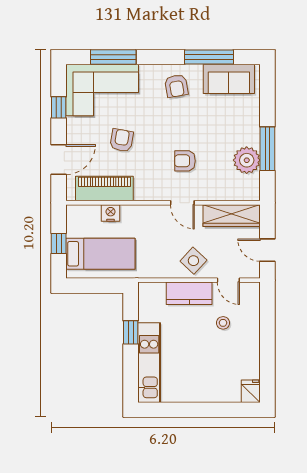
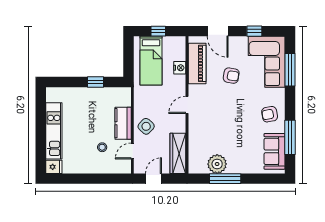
armchair: (185, 161) -> (217, 120), removed
door: (182, 203) -> (187, 105), moved
kitchen unit: (149, 363) -> (54, 131), moved, turned -90

